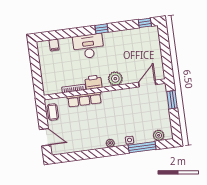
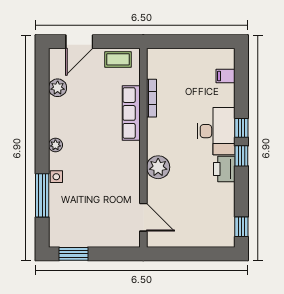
window: (84, 31) -> (241, 128), added
printer: (93, 82) -> (224, 169), moved, turned 180
window: (172, 100) -> (73, 254), moved
plant: (159, 135) -> (58, 88), moved

